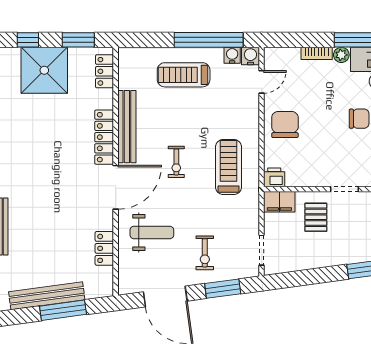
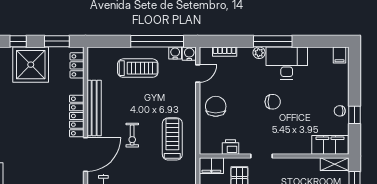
bookcase: (317, 53) -> (225, 52), moved
treadmill: (184, 75) -> (138, 68), turned 180
printer: (274, 177) -> (231, 147), moved

